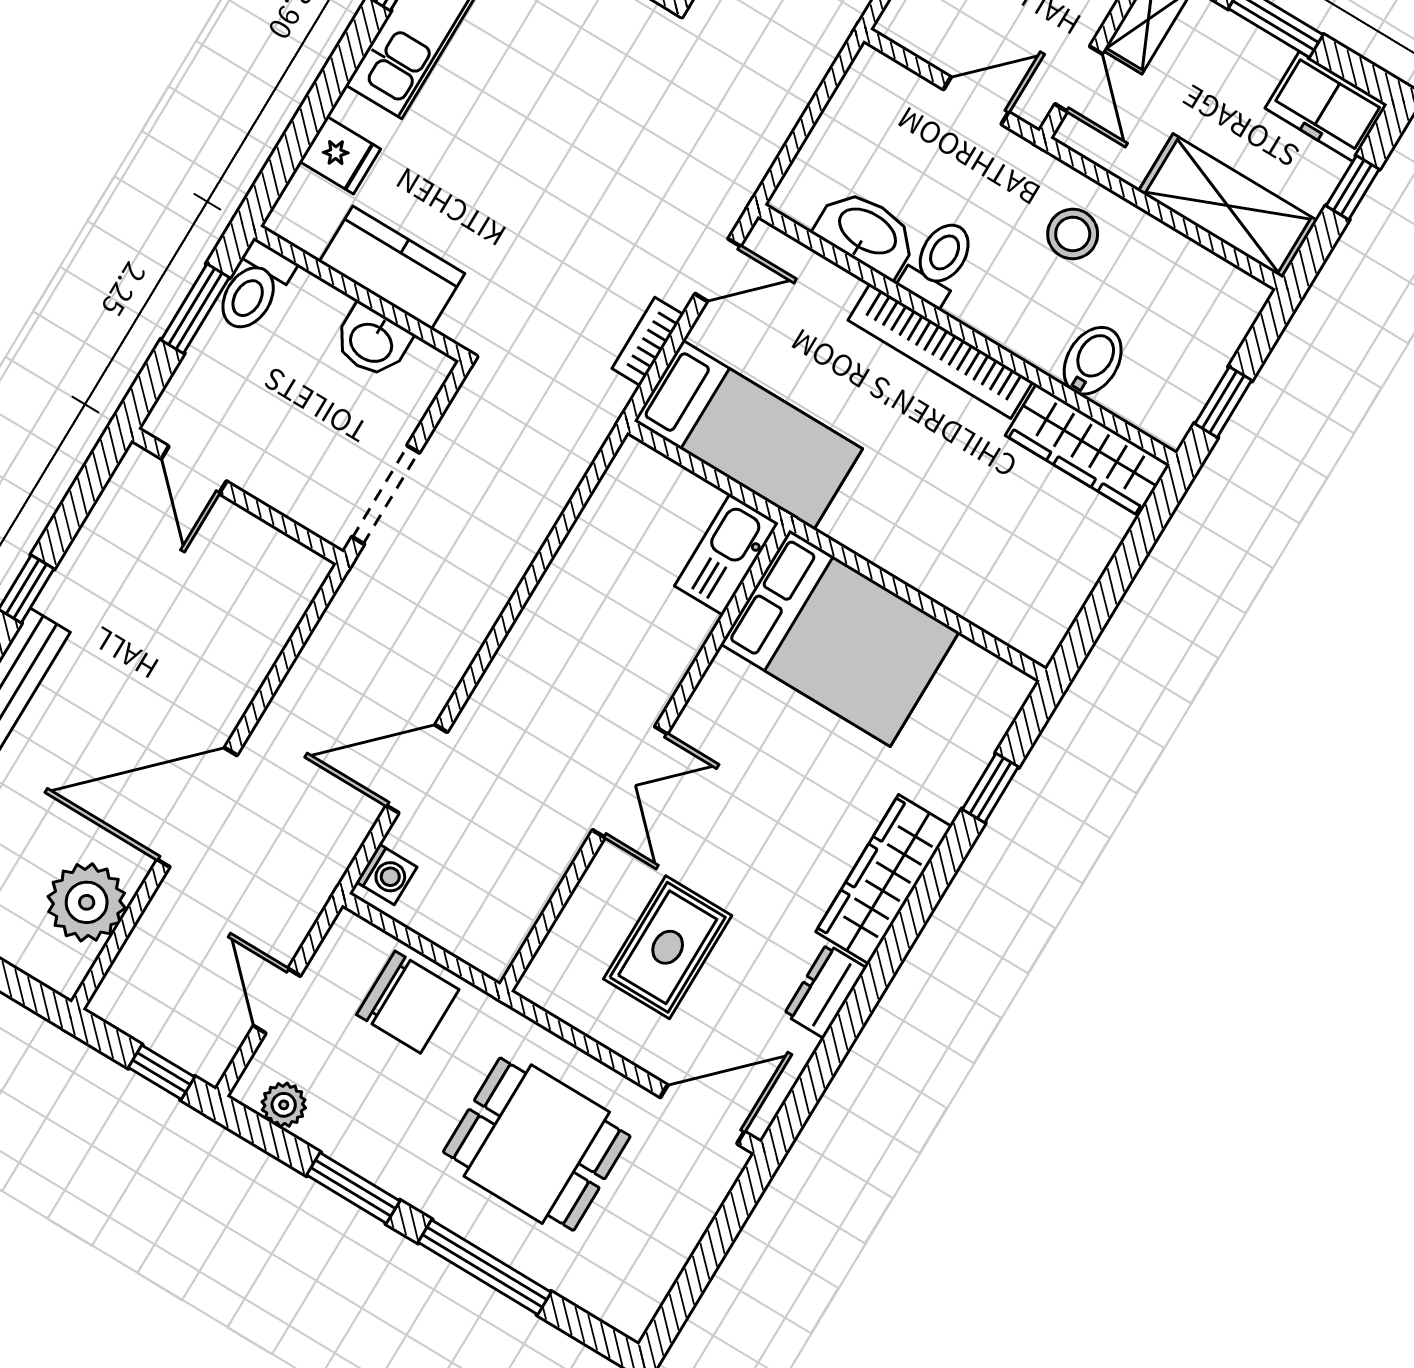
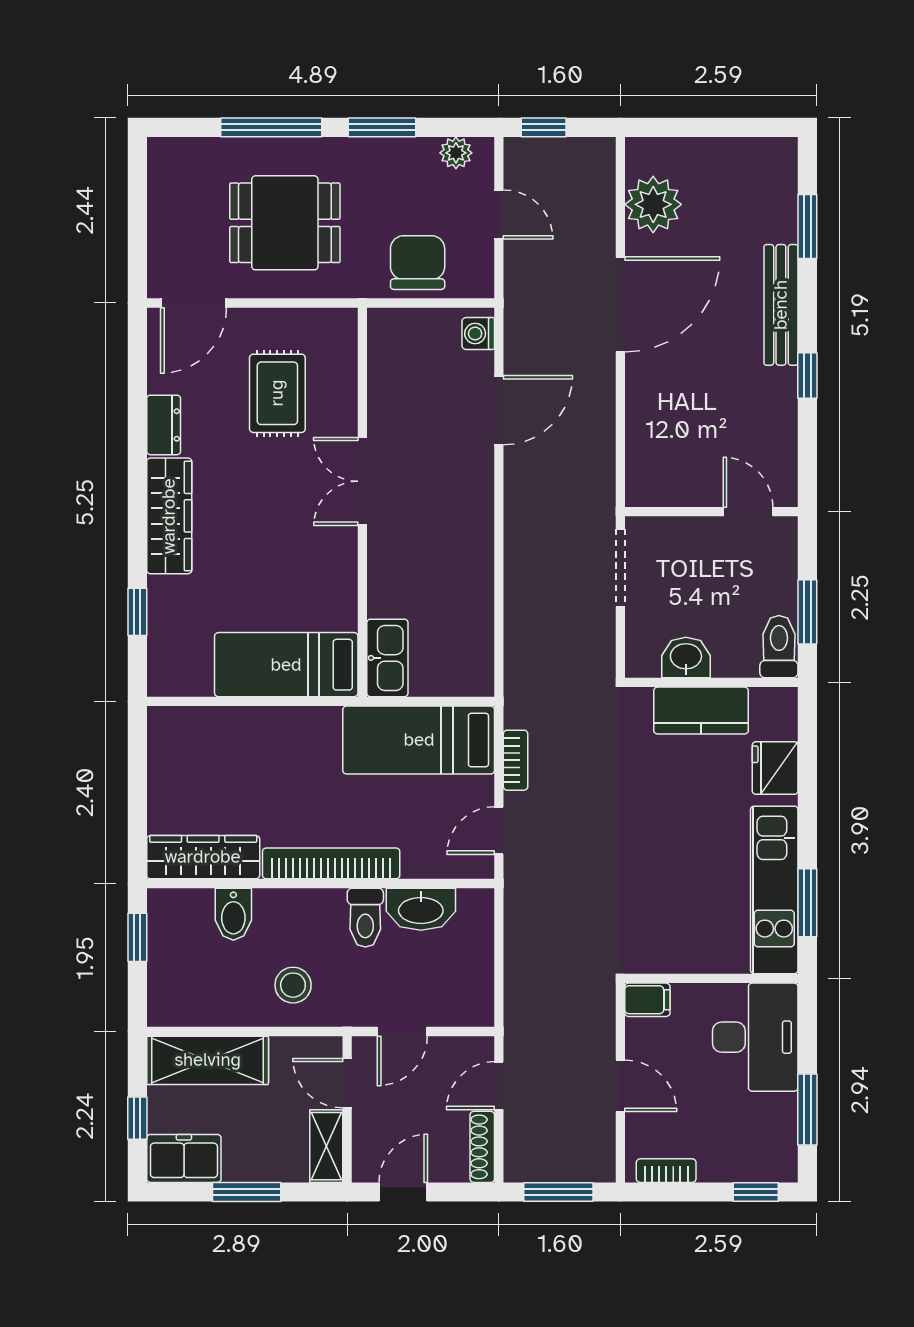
fridge: (340, 155) -> (775, 768), width x1.38
bed: (840, 638) -> (286, 665), width x0.67
chair: (408, 1002) -> (418, 263), turned 90

